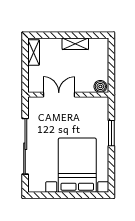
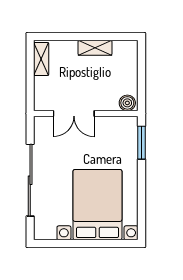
double door: (59, 95) -> (74, 114), swing flipped
window: (111, 133) -> (141, 143), moved

